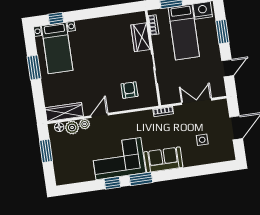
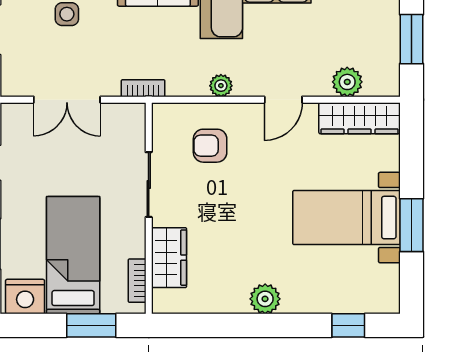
plant: (95, 25) -> (265, 299), added
bed with nightstands: (57, 48) -> (346, 218), moved, turned -90
armchair: (129, 90) -> (210, 146), turned 90
plant: (85, 124) -> (221, 86), moved
floor lamp: (59, 127) -> (375, 87), removed

